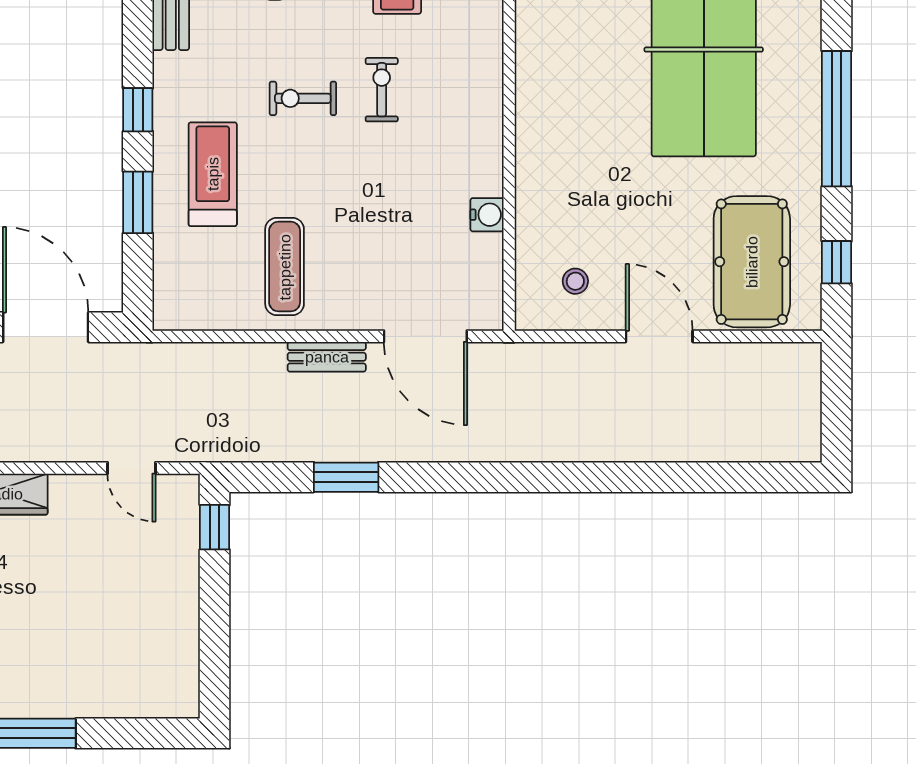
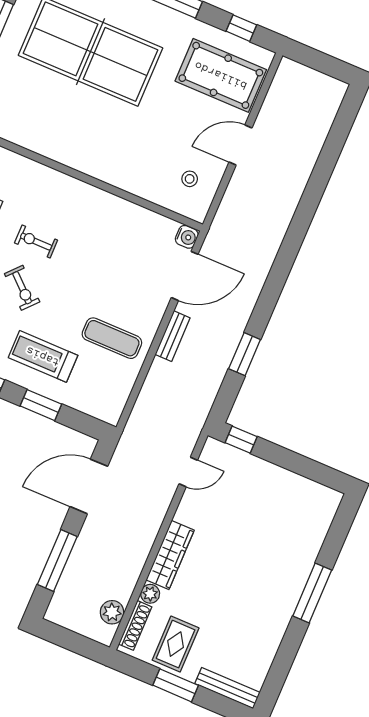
exercise bike: (303, 98) -> (22, 288), turned -48
water cooler: (487, 215) -> (187, 237), moved, turned 90

